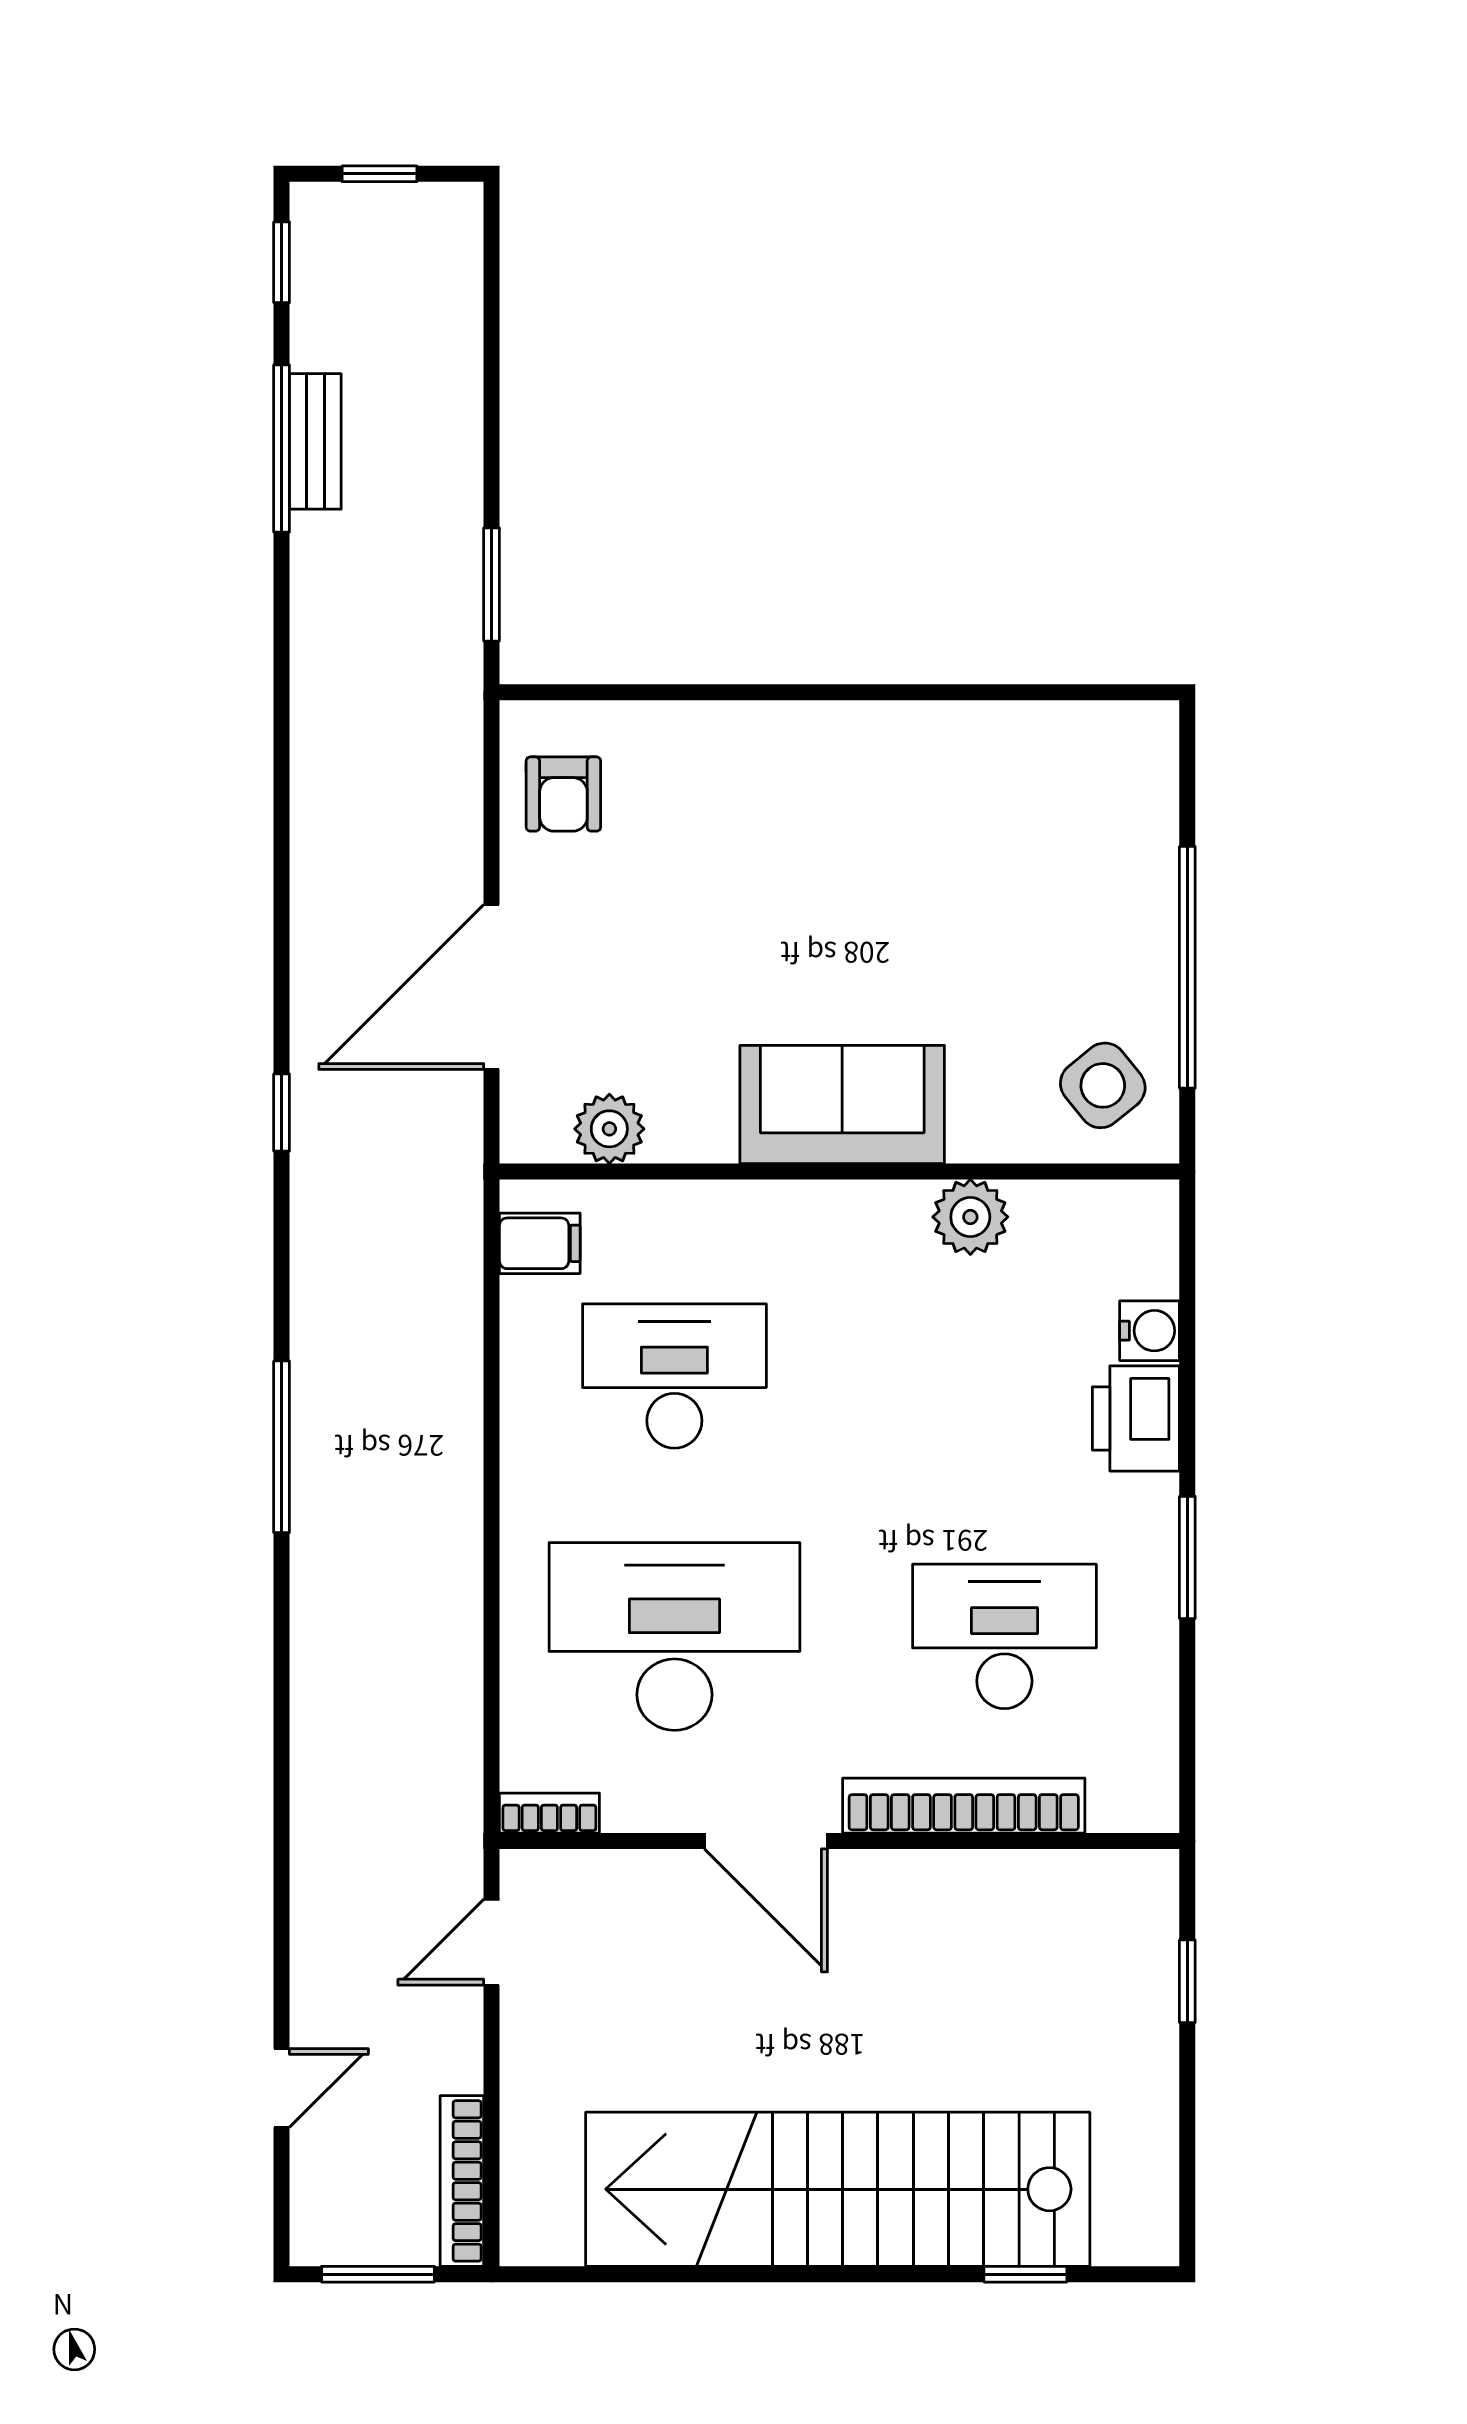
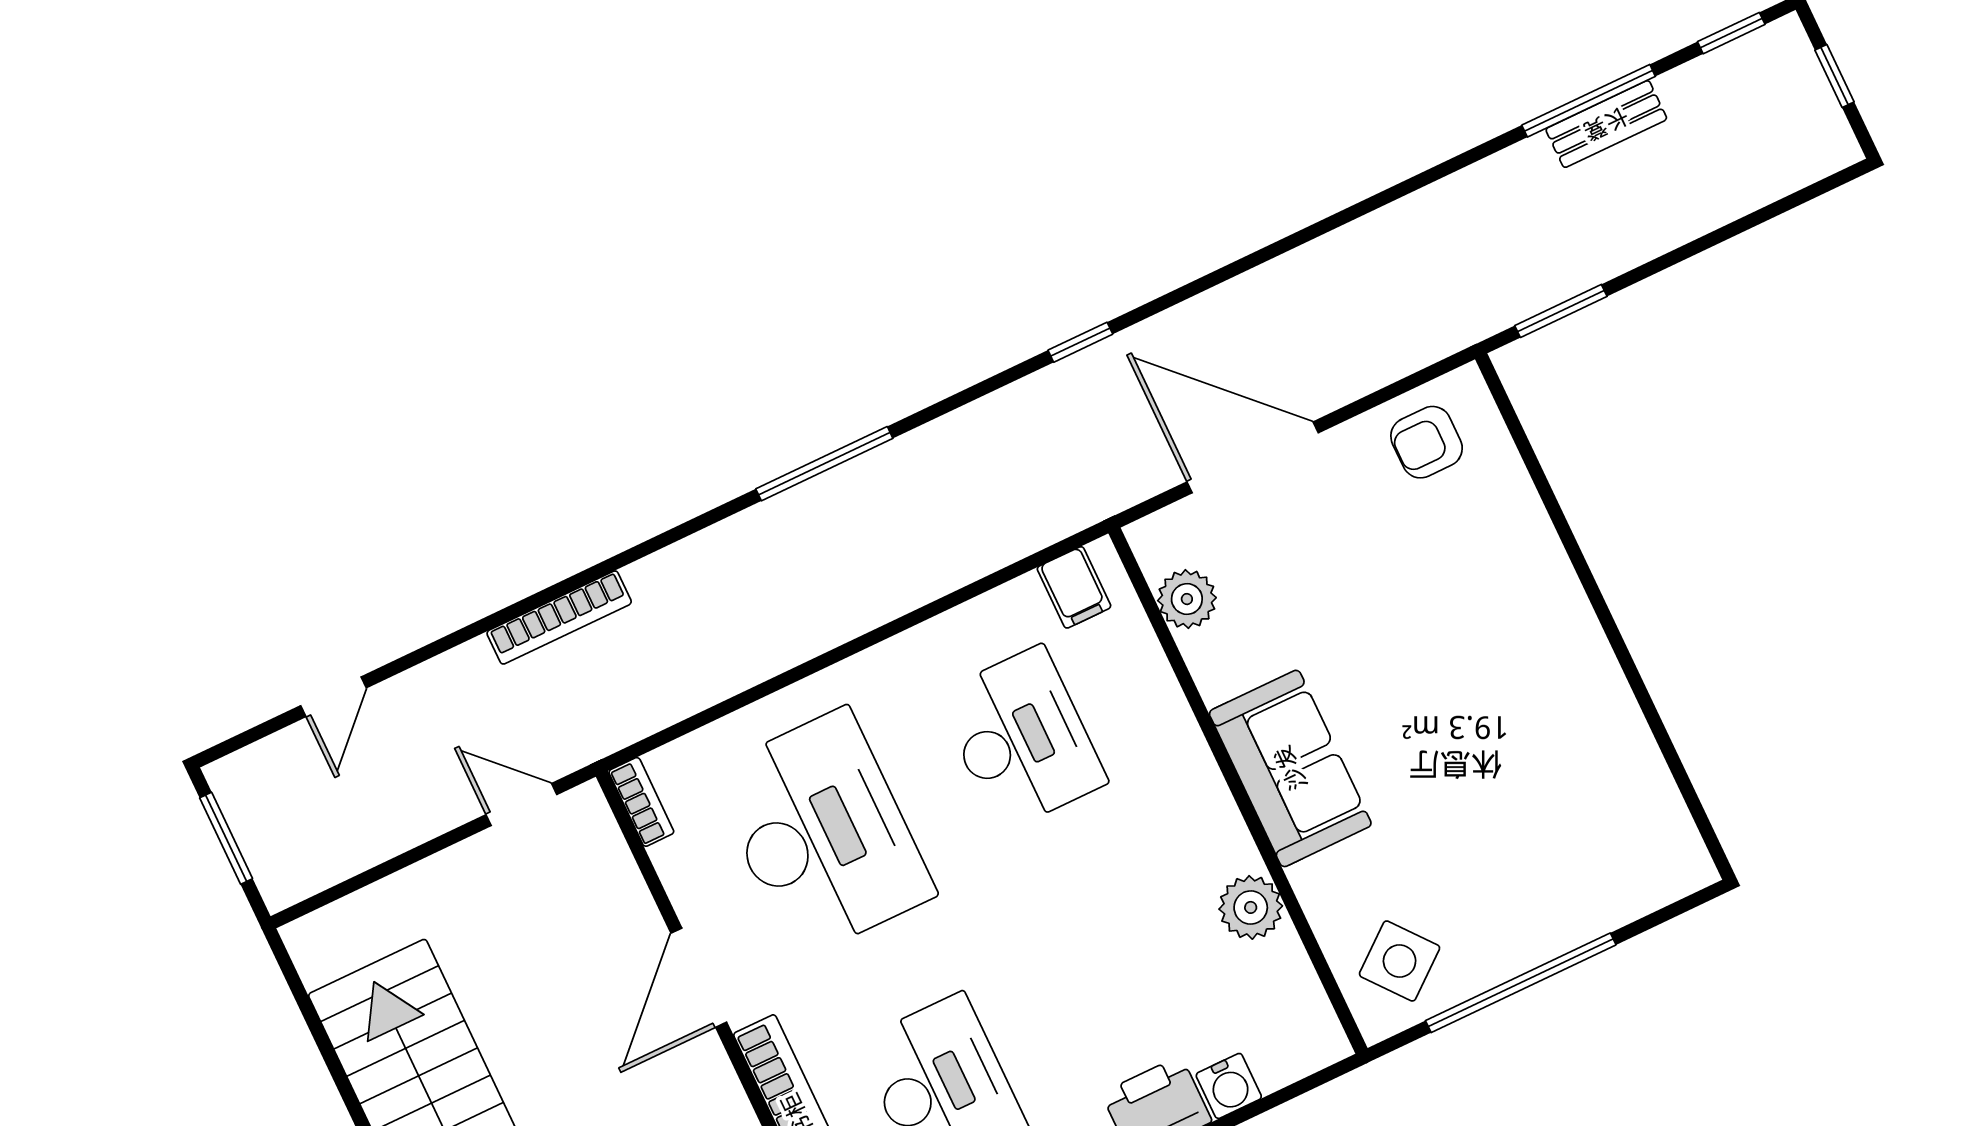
door: (282, 2088) -> (333, 697), hinge flipped
bookcase: (462, 2181) -> (559, 617), moved, turned 180

